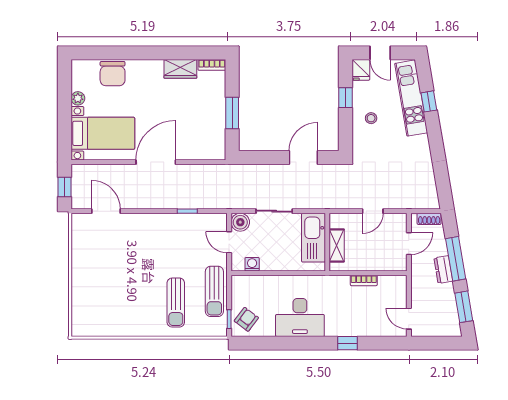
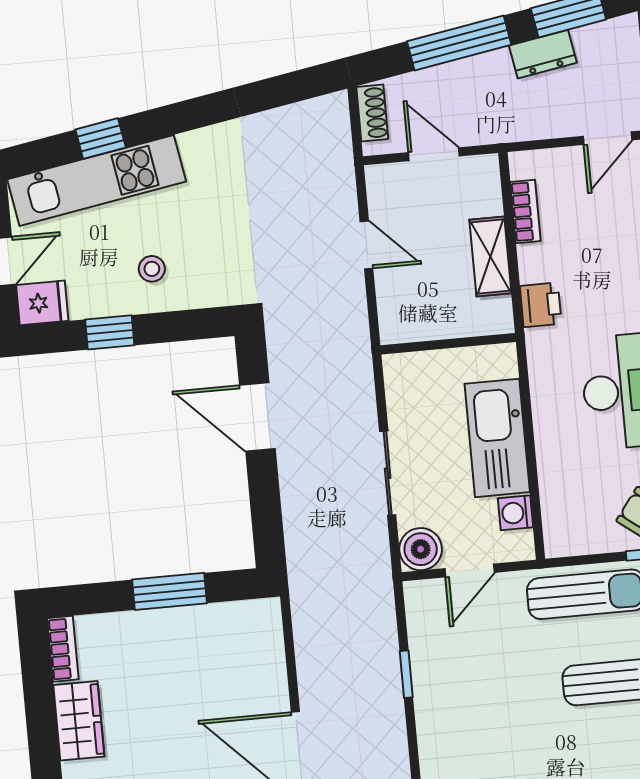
kitchen sink: (313, 238) -> (497, 438), moved, turned 90
shelving: (337, 245) -> (490, 256), moved, turned 90
dresser: (443, 270) -> (543, 54), moved
bookcase: (364, 280) -> (525, 211), moved
printer: (340, 283) -> (541, 305), added

